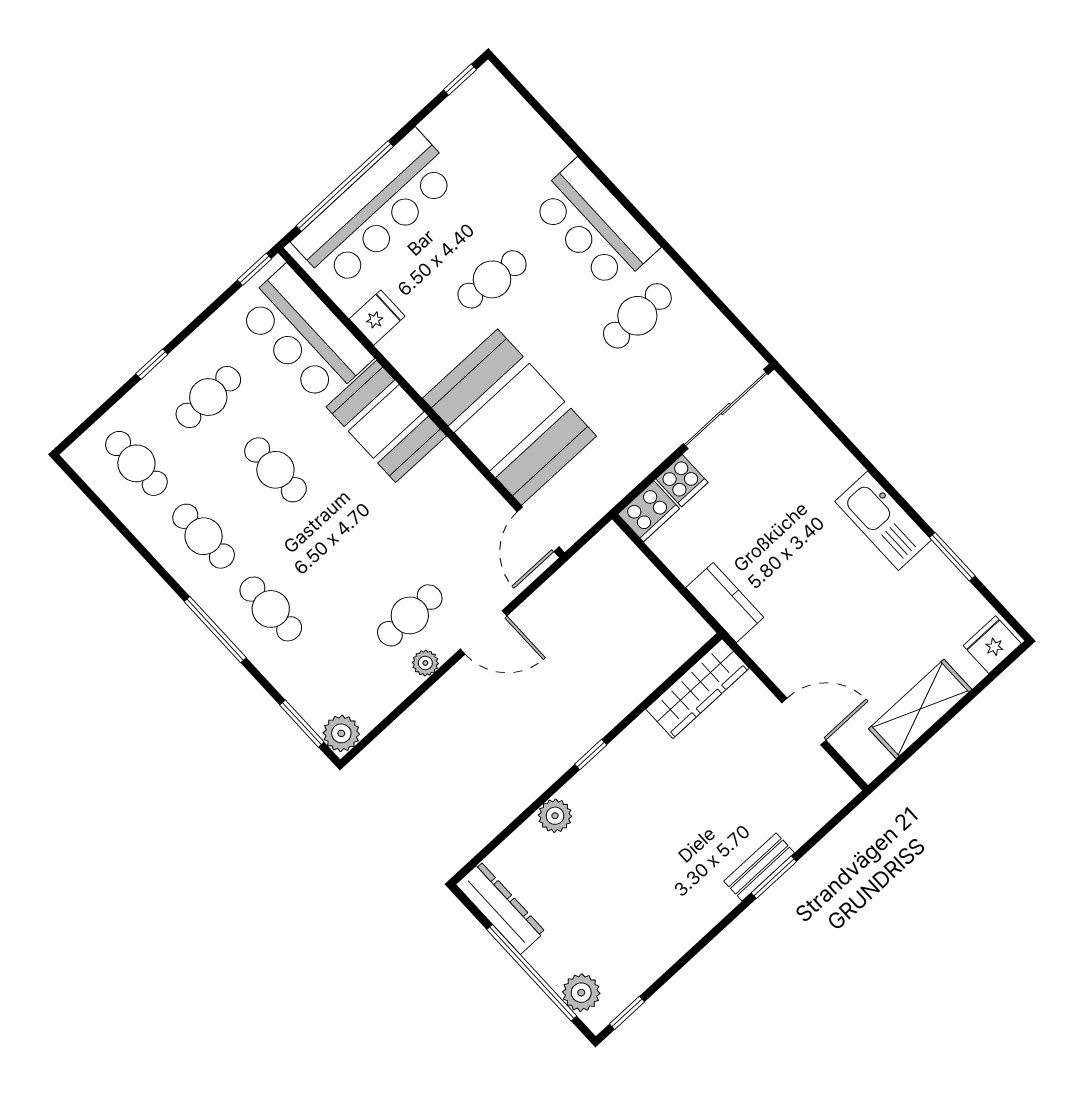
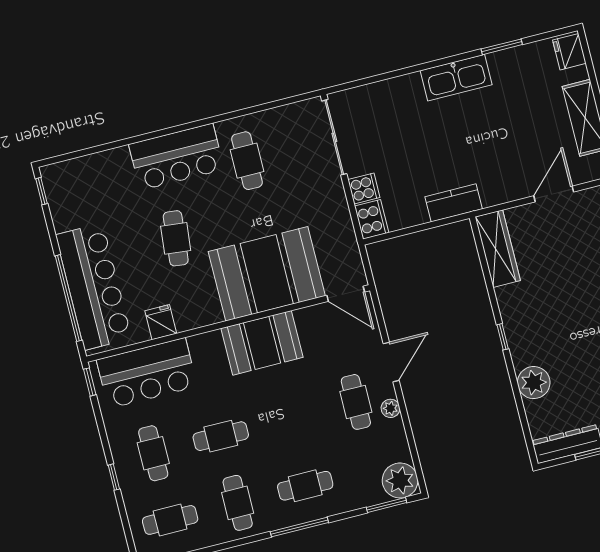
booth: (386, 421) -> (262, 343), moved
cafe table: (204, 536) -> (238, 503), turned 90
plant: (341, 733) -> (400, 480), width x1.36, depth x1.36
plant: (555, 816) -> (534, 383), width x1.36, depth x1.36

